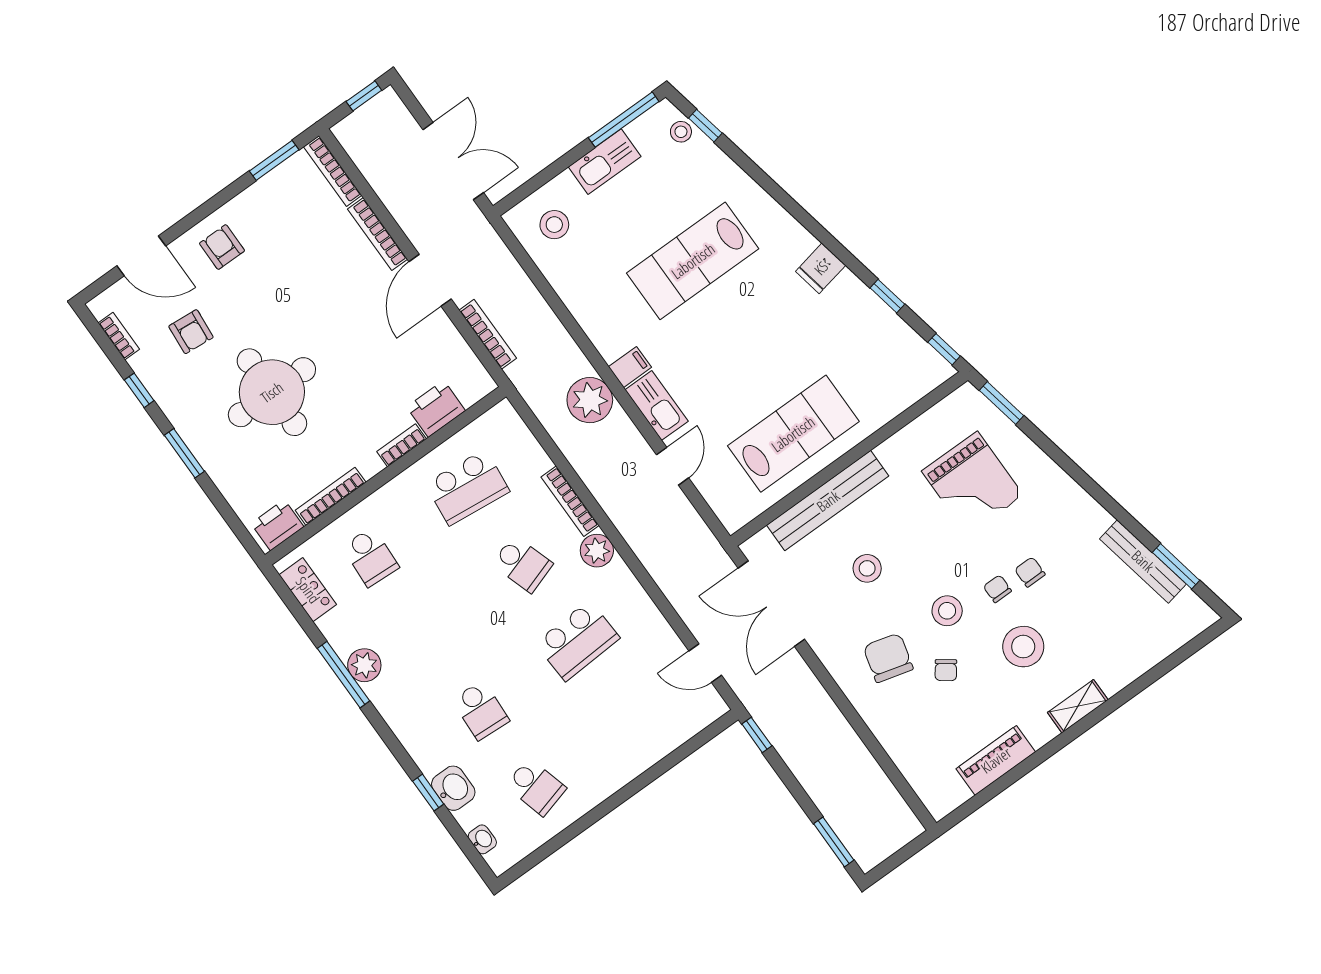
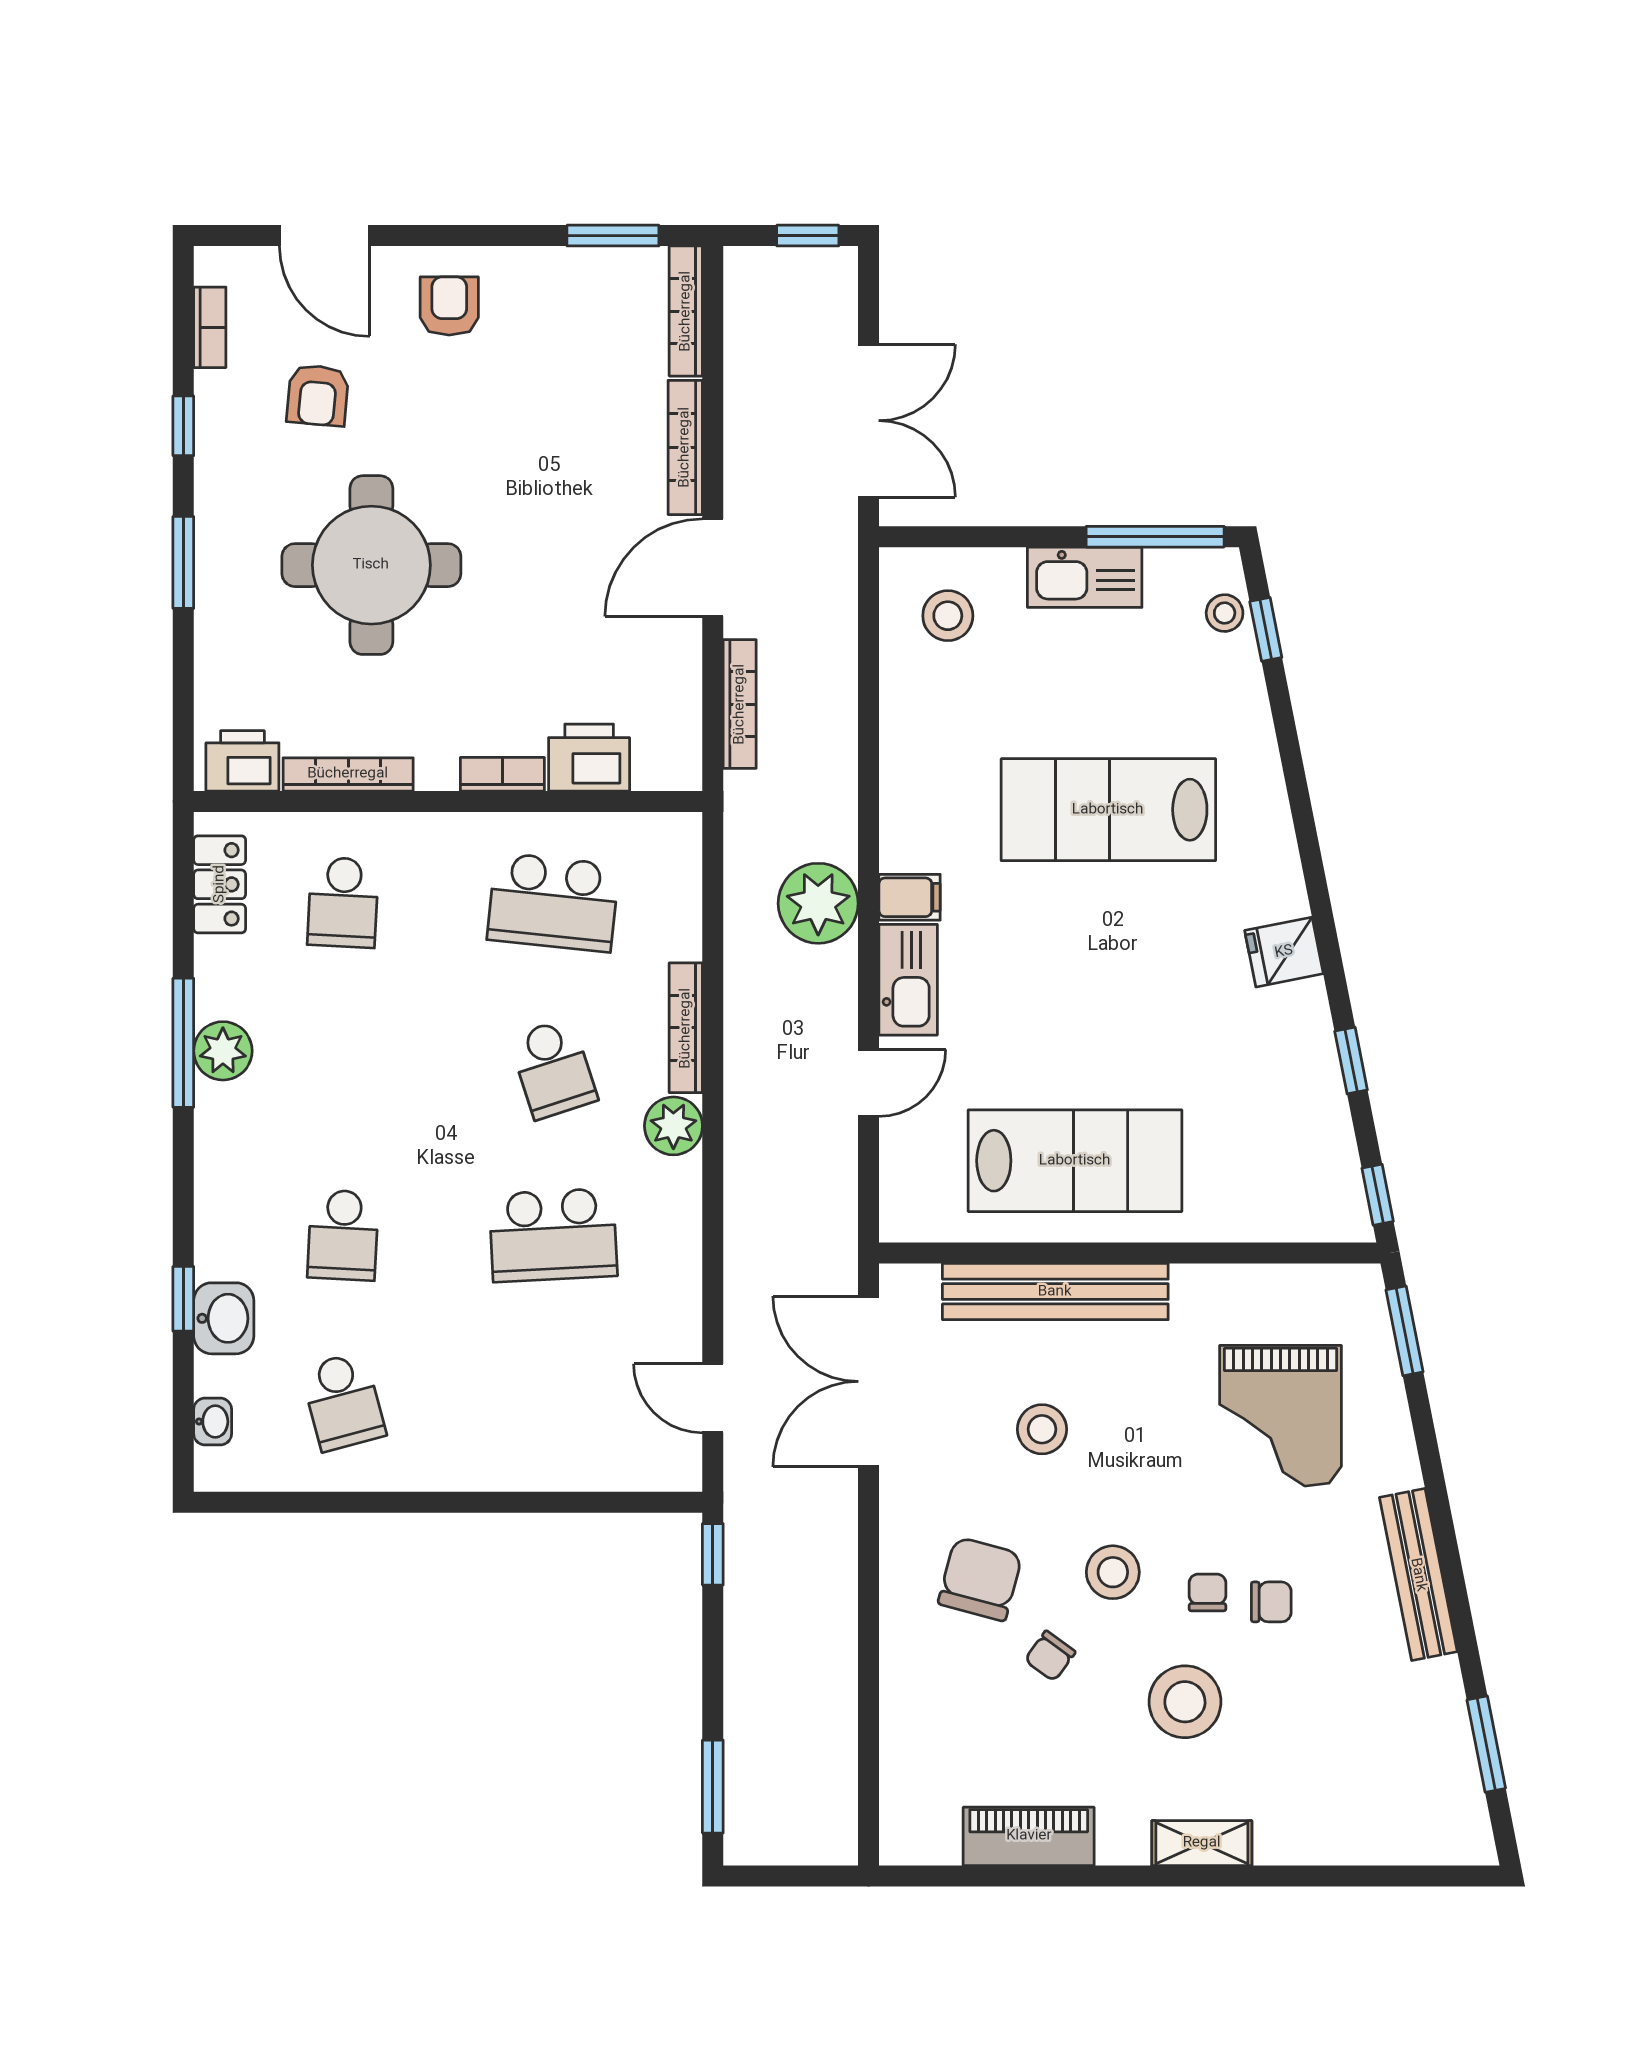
bench: (1143, 561) -> (1418, 1575), moved
chair: (1030, 572) -> (1271, 1602), turned 90

